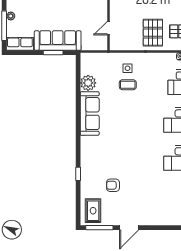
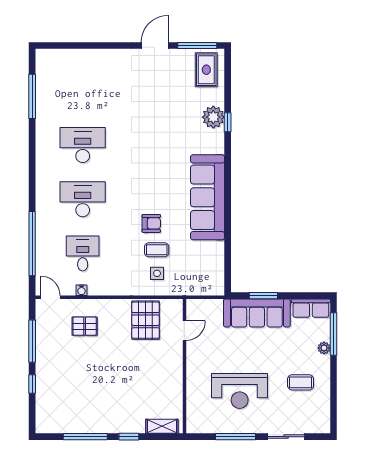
pallet: (153, 33) -> (146, 320), moved
plant: (88, 83) -> (213, 117), moved
sofa: (90, 114) -> (208, 197), width x1.36, depth x1.27
armchair: (113, 185) -> (151, 223), moved

